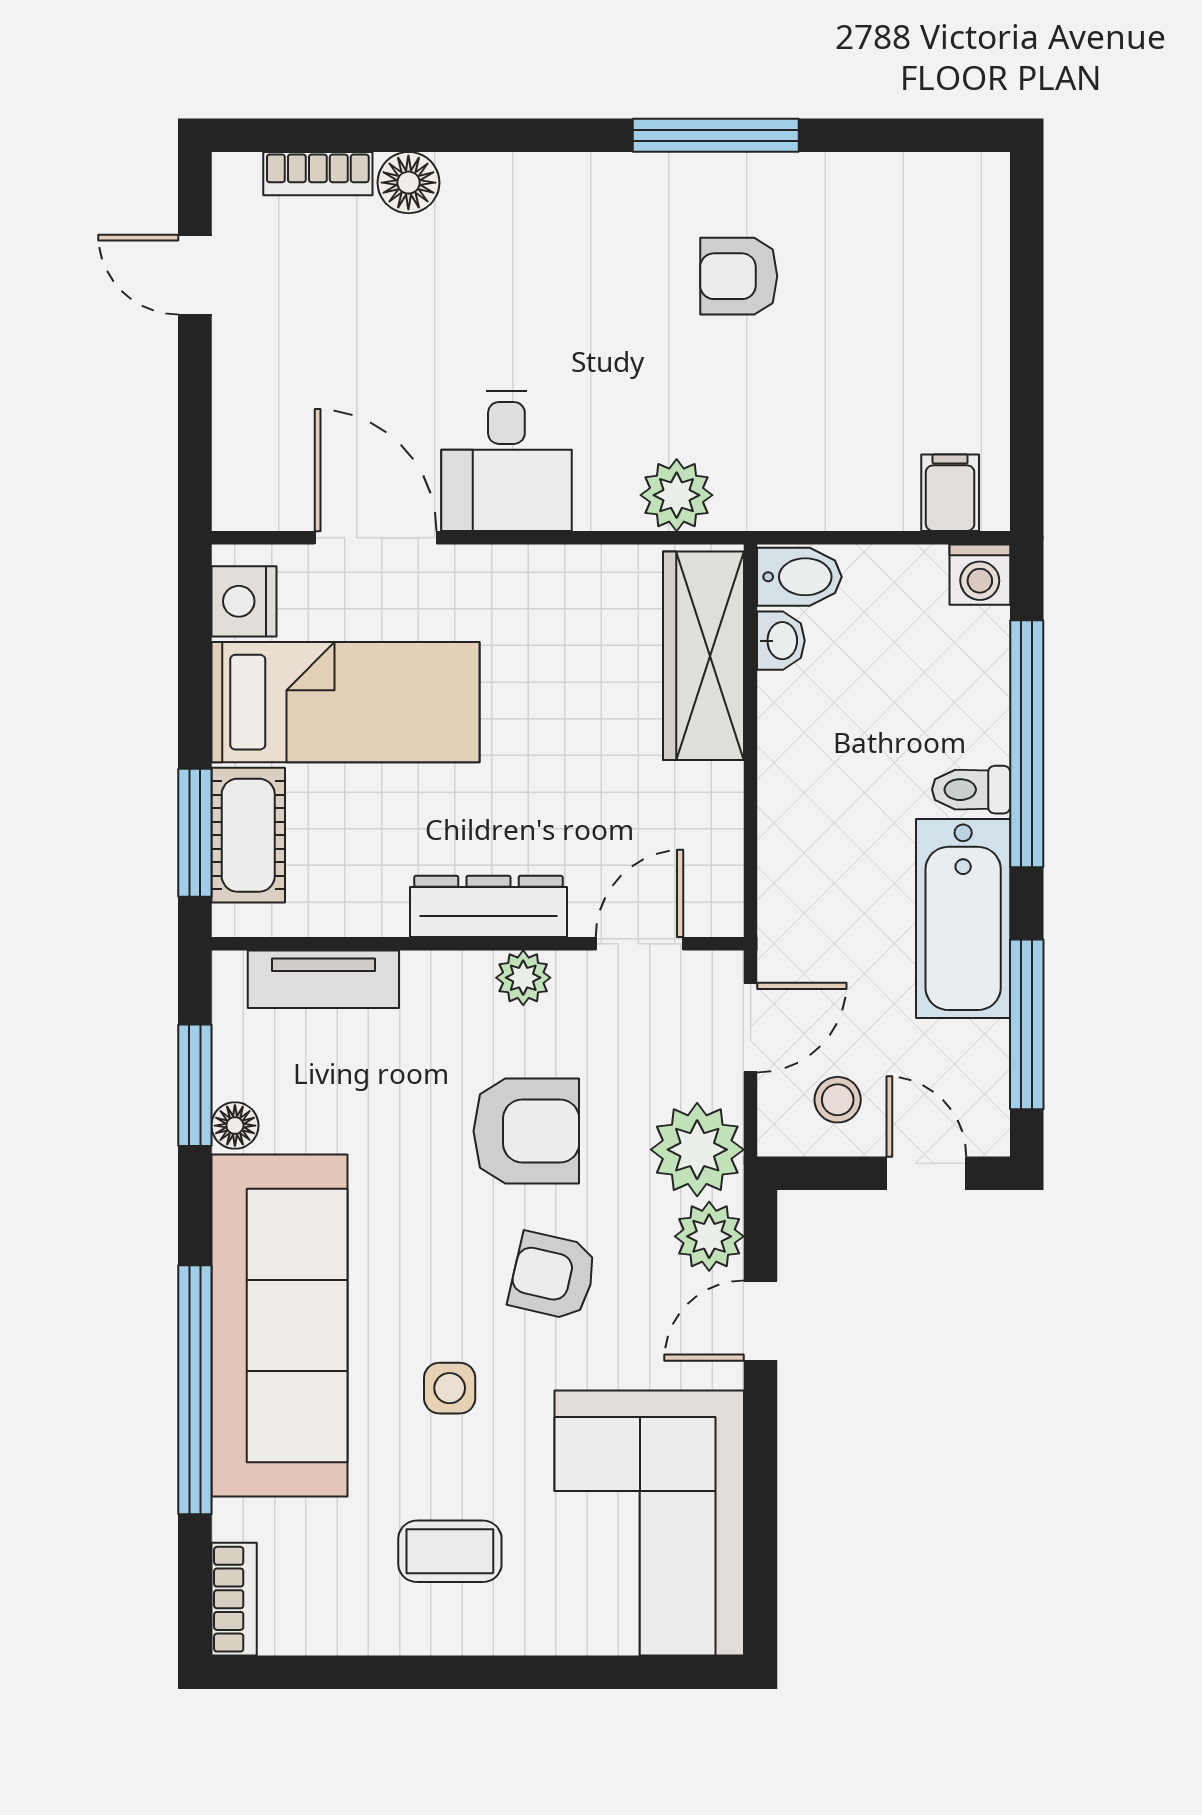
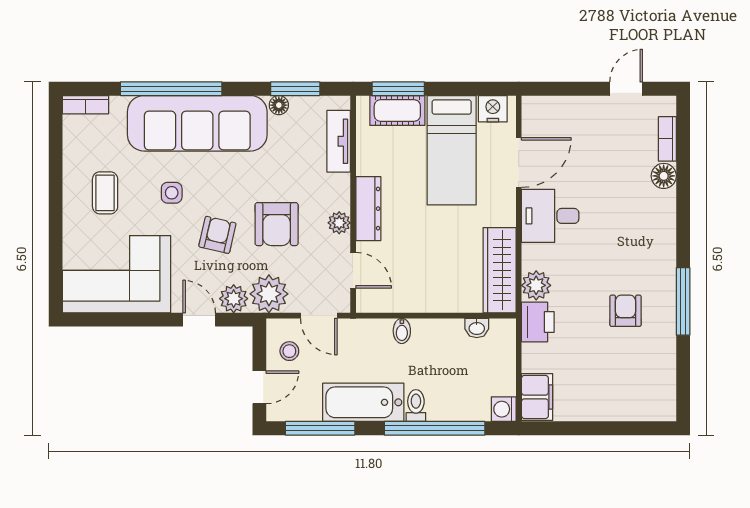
printer: (766, 491) -> (538, 322), added
filing cabinet: (950, 493) -> (537, 397), width x2.00
bidet: (799, 577) -> (402, 331), moved, width x0.72, depth x0.74
wardrobe: (703, 656) -> (500, 270), moved, turned -90

